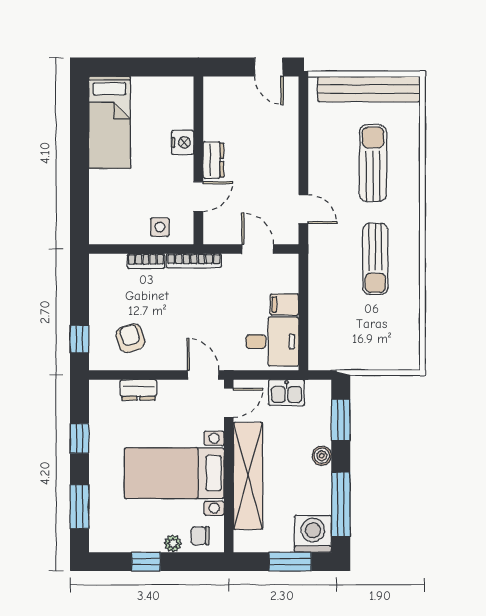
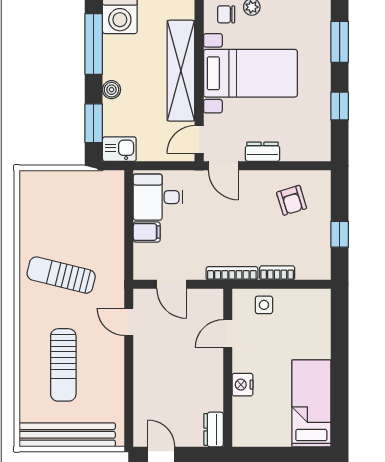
dresser: (213, 160) -> (214, 429), moved
sun lounger: (375, 259) -> (61, 275), turned -76
window: (79, 339) -> (340, 234), moved
dresser: (138, 390) -> (262, 152), moved
kitchen sink: (287, 393) -> (119, 149), moved
chair: (200, 536) -> (226, 14), turned 180

